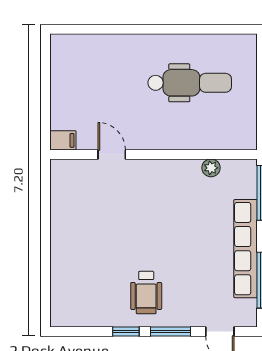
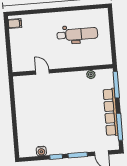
filing cabinet: (63, 140) -> (15, 24), moved
wheelchair: (146, 293) -> (64, 137), removed
water cooler: (96, 317) -> (41, 151), added

